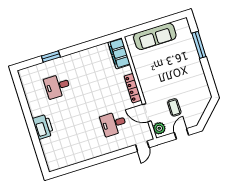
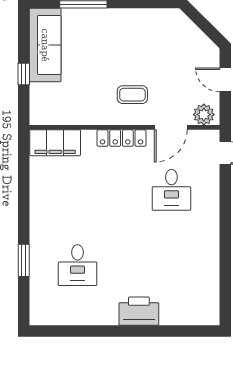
window: (151, 25) -> (24, 74), added
sofa: (155, 36) -> (45, 45), moved
coffee table: (174, 107) -> (132, 95), moved

